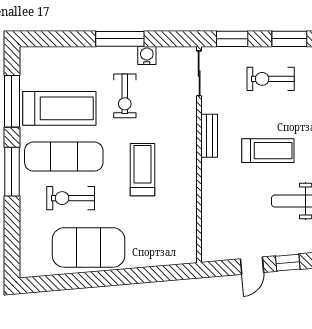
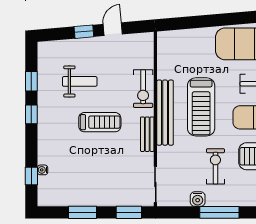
exercise bike: (271, 79) -> (143, 89), moved, turned 90
treadmill: (268, 151) -> (100, 122), turned 180
bench: (187, 162) -> (165, 113), added
treadmill: (143, 170) -> (201, 107), width x1.37, depth x1.38

